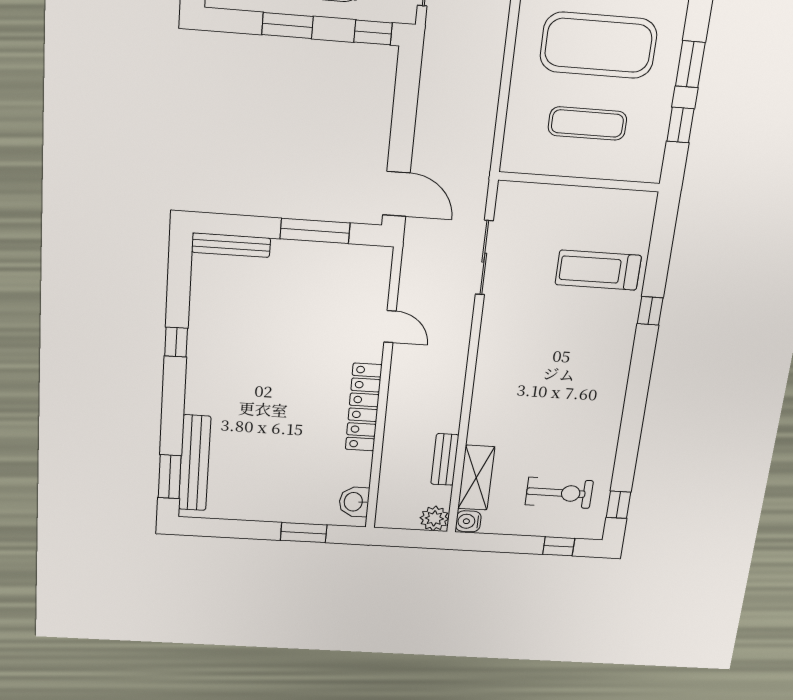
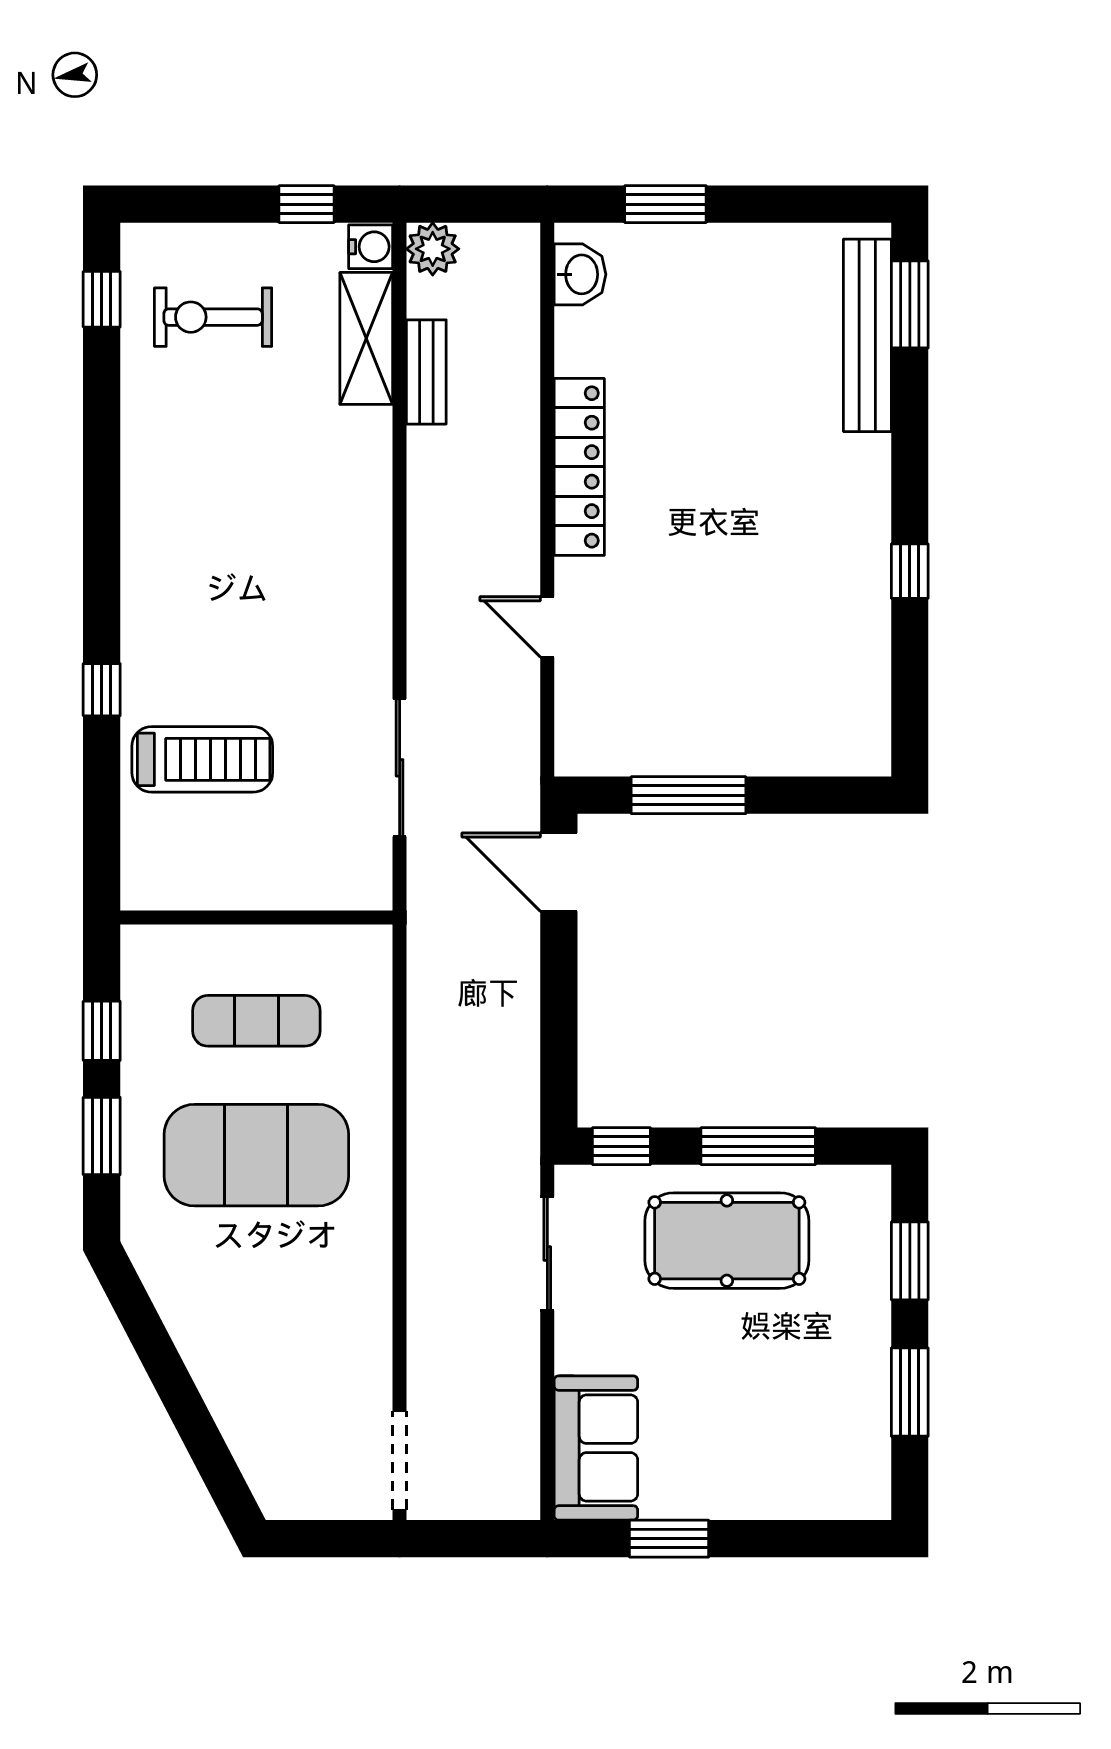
window: (287, 26) -> (758, 1146), width x1.44
bench: (231, 245) -> (827, 759), removed
window: (559, 546) -> (306, 204), moved

